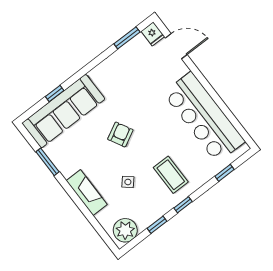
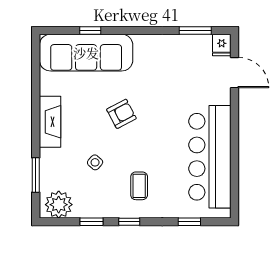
window: (47, 162) -> (36, 175), moved
coffee table: (171, 175) -> (139, 186), width x0.73, depth x0.77
fireplace: (87, 193) -> (50, 122), moved

